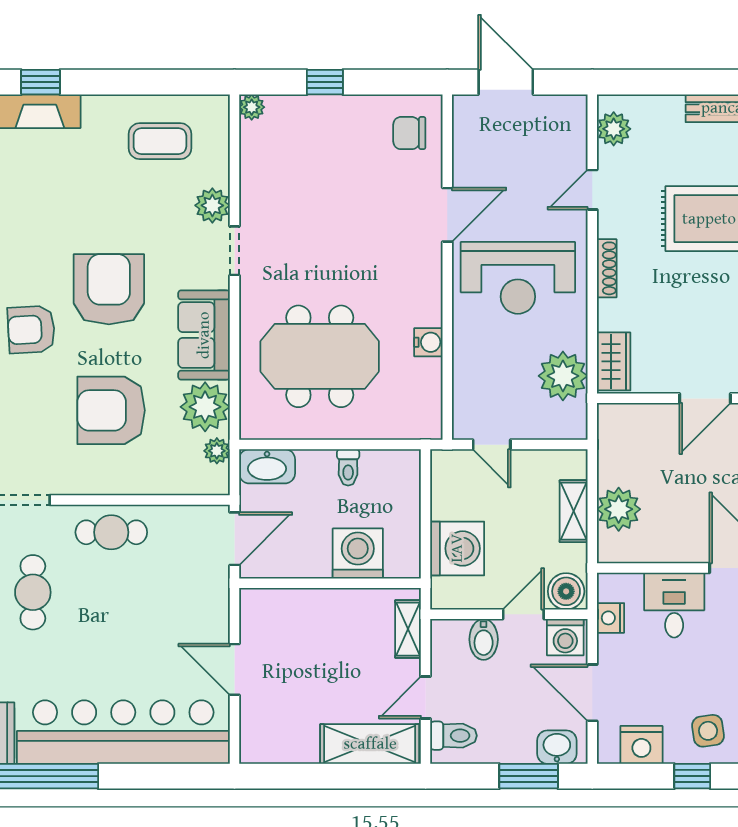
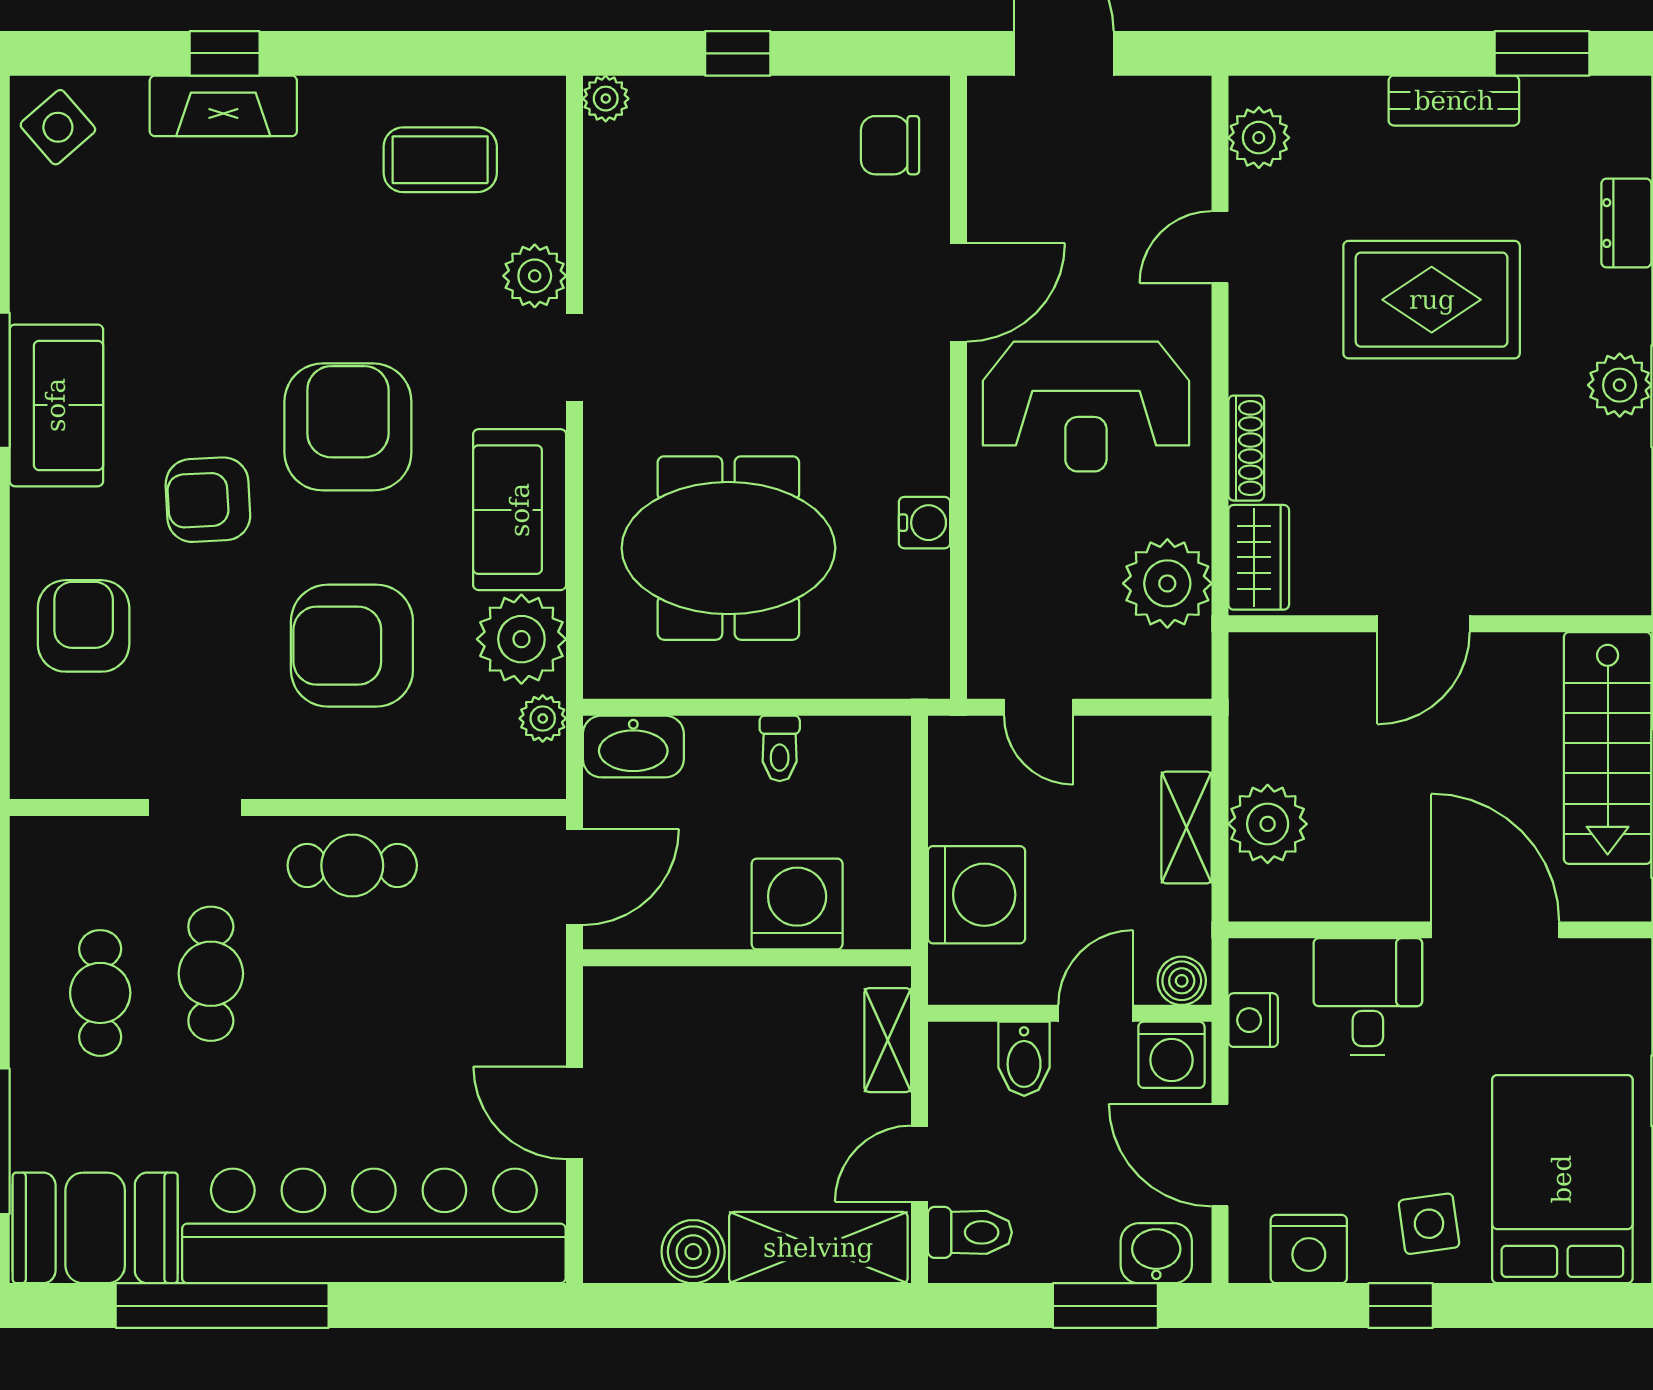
shoe rack: (607, 268) -> (1246, 448), moved
boiler: (566, 591) -> (1182, 981), width x0.73, depth x0.73
boiler: (300, 746) -> (693, 1252), added

